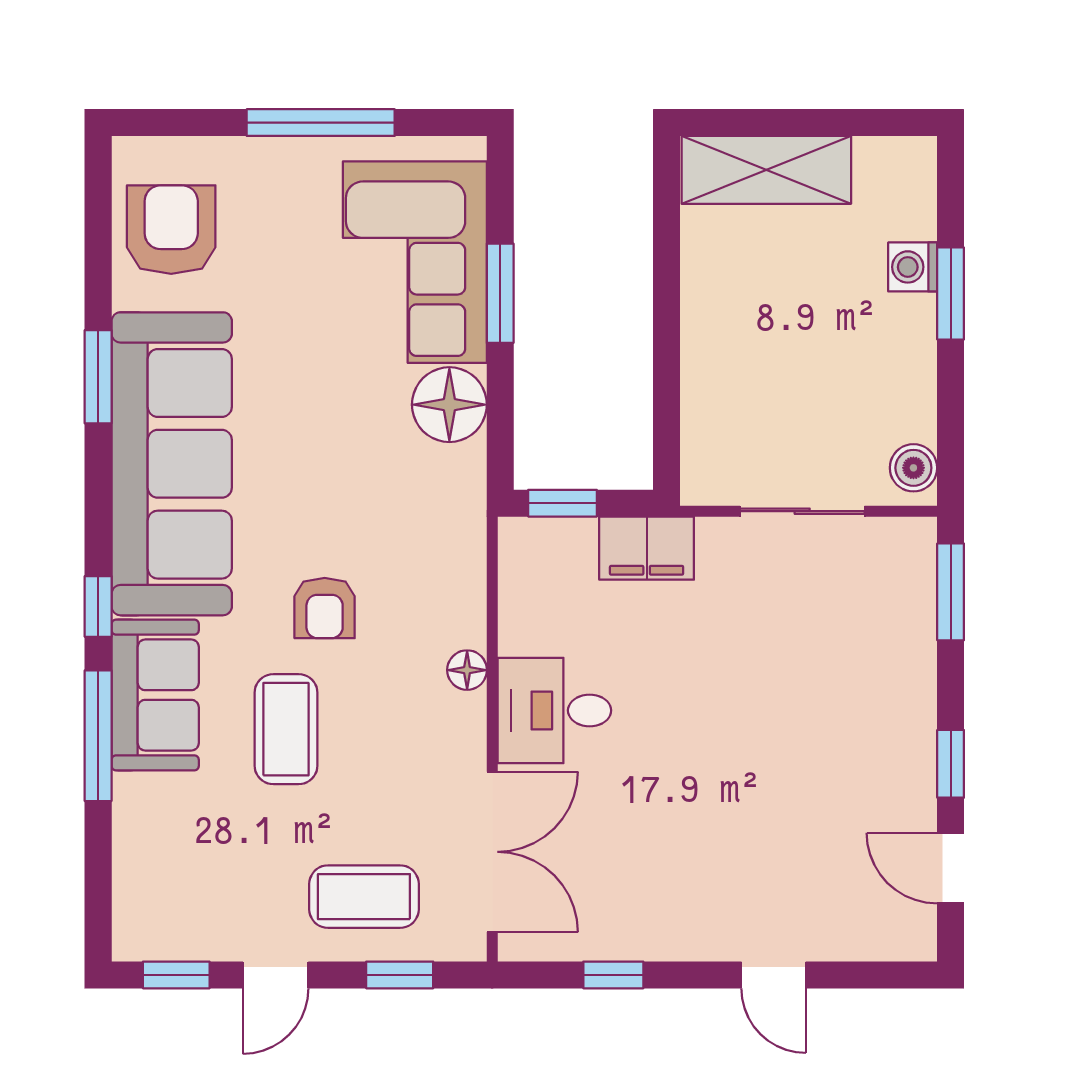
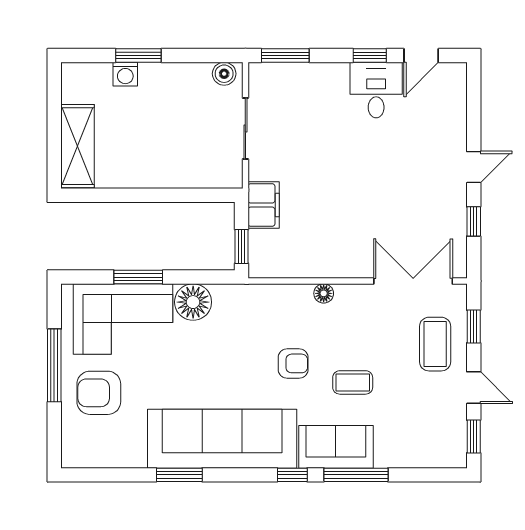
armchair: (171, 230) -> (99, 393), moved
desk: (554, 710) -> (376, 90), moved, turned 180
coffee table: (286, 729) -> (353, 382), width x0.73, depth x0.77
door: (774, 975) -> (474, 167), moved

